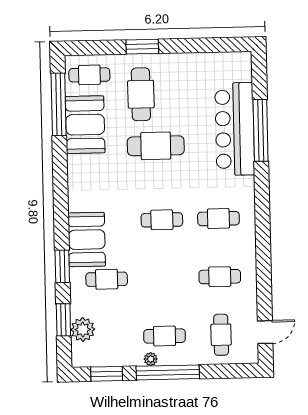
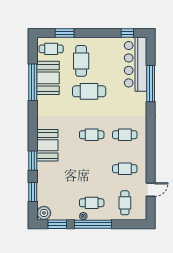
window: (219, 45) -> (127, 33), added
window: (142, 47) -> (65, 33), moved
window: (59, 104) -> (33, 82), moved
bar counter: (235, 129) -> (136, 64), moved
cafe table: (107, 279) -> (59, 169), removed
plant: (83, 329) -> (44, 213), moved
door: (265, 332) -> (151, 190), moved

